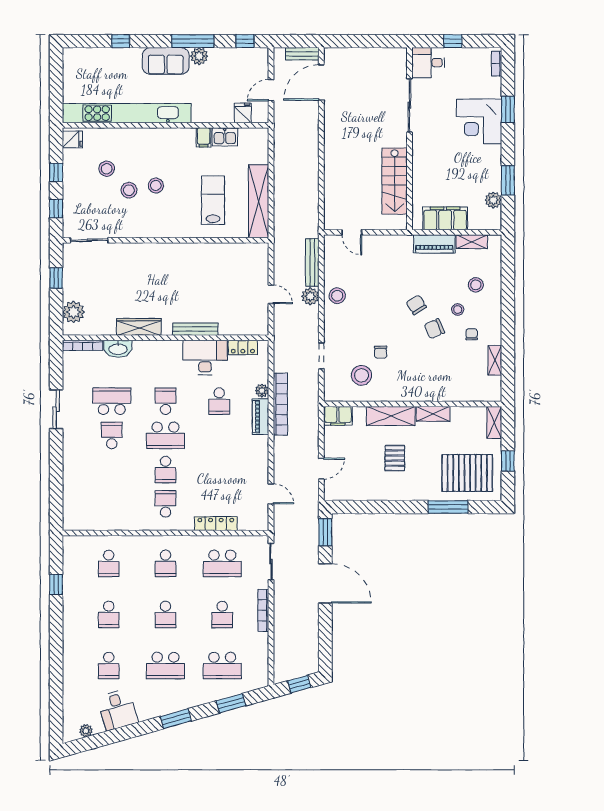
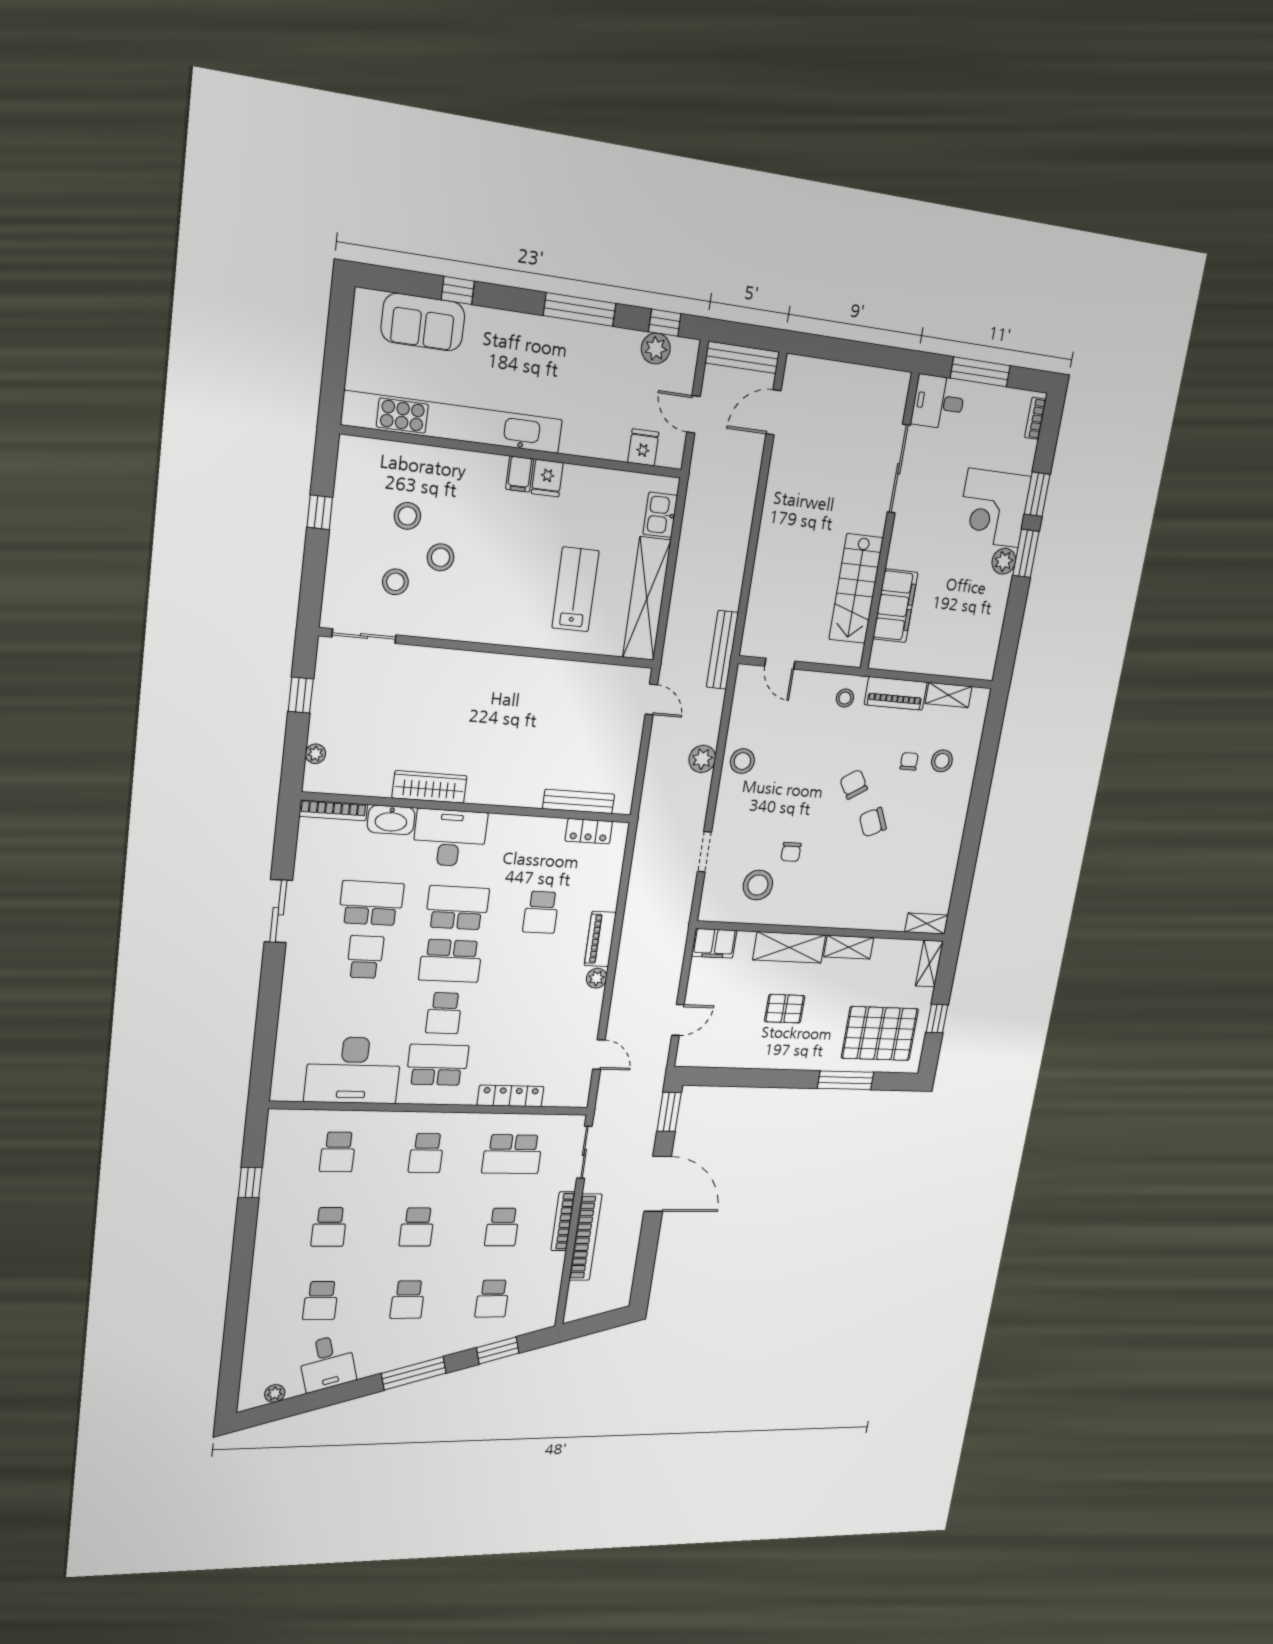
window: (453, 41) -> (980, 372), width x2.17
bench: (302, 54) -> (742, 357), width x1.36
plant: (199, 56) -> (656, 349), moved
sofa: (166, 61) -> (423, 322), moved
door: (321, 82) -> (774, 412), width x0.73
door: (271, 90) -> (693, 414), hinge flipped
filing cabinet: (204, 137) -> (520, 474), moved
kitchen sink: (225, 137) -> (660, 515), moved, turned 90
fridge: (72, 139) -> (547, 478), moved, turned 90
window: (508, 180) -> (1026, 553), moved
stool: (156, 186) -> (395, 582), moved
plant: (493, 200) -> (1004, 561), moved
window: (56, 209) -> (313, 576), removed
filing cabinet: (445, 218) -> (895, 606), moved, turned 90
bench: (312, 262) -> (722, 650), moved
door: (271, 294) -> (651, 699), moved
stool: (458, 309) -> (845, 698), moved
plant: (73, 312) -> (315, 754), width x0.53, depth x0.53
bench: (195, 329) -> (579, 801), moved
chair: (472, 334) -> (909, 761), moved
desk: (205, 357) -> (450, 838), moved
shelving: (495, 360) -> (926, 924), moved, turned 90
plant: (262, 391) -> (597, 978), moved
school desk: (165, 401) -> (457, 908), width x1.85
bookcase: (280, 404) -> (585, 1237), moved
pallet: (395, 458) -> (785, 1009), turned 90
school desk: (165, 504) -> (437, 1065), width x1.85
desk: (113, 509) -> (353, 1070), added
school desk: (165, 666) -> (408, 1300), width x0.54
school desk: (222, 666) -> (492, 1299), width x0.54
window: (299, 684) -> (599, 1323), removed
window: (176, 719) -> (414, 1373), width x1.44

